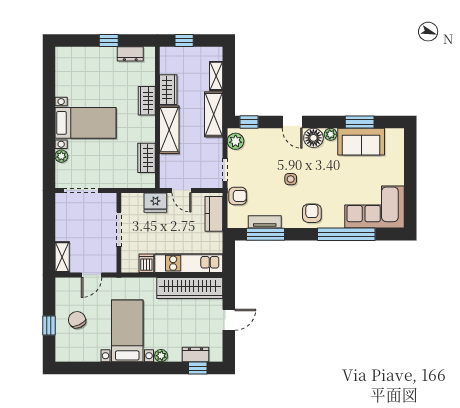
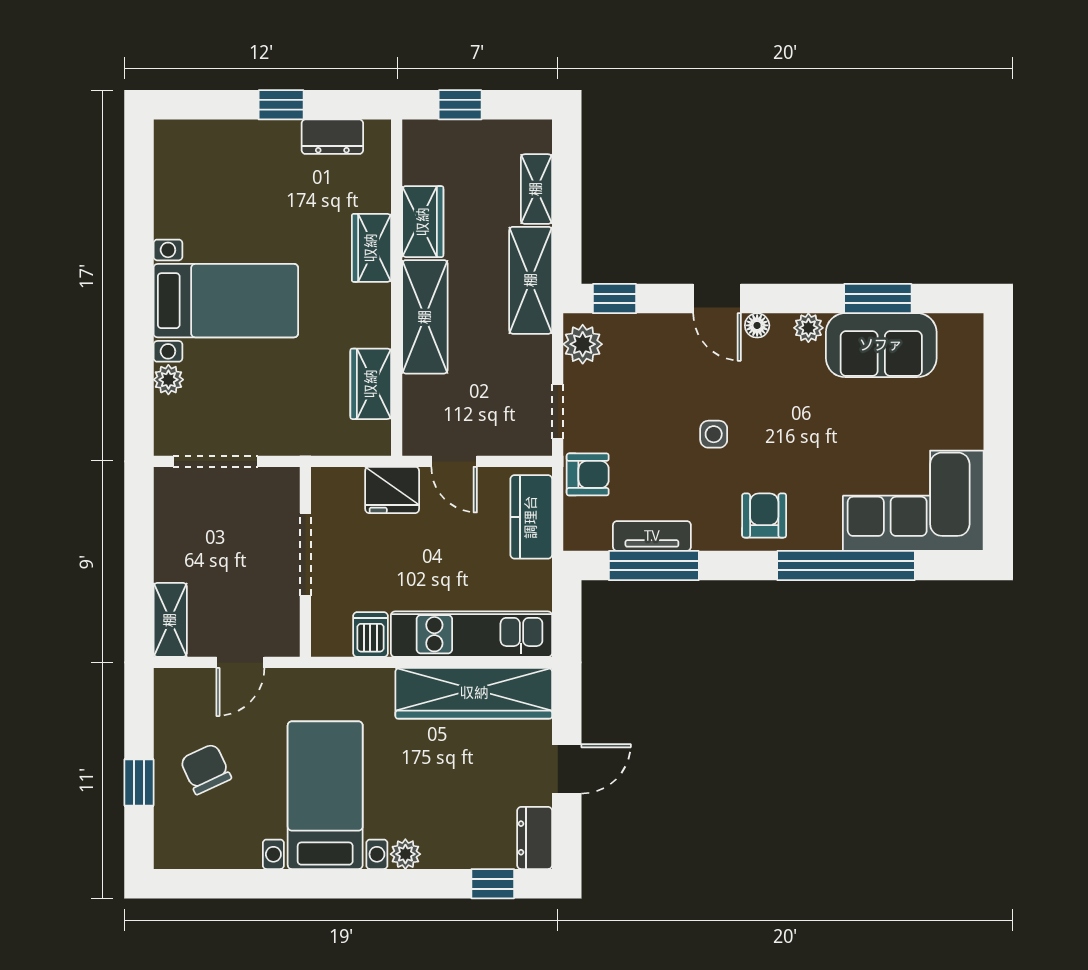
floor lamp: (313, 138) -> (757, 325), width x0.53, depth x0.53
dresser: (195, 355) -> (535, 838), moved, turned -90

